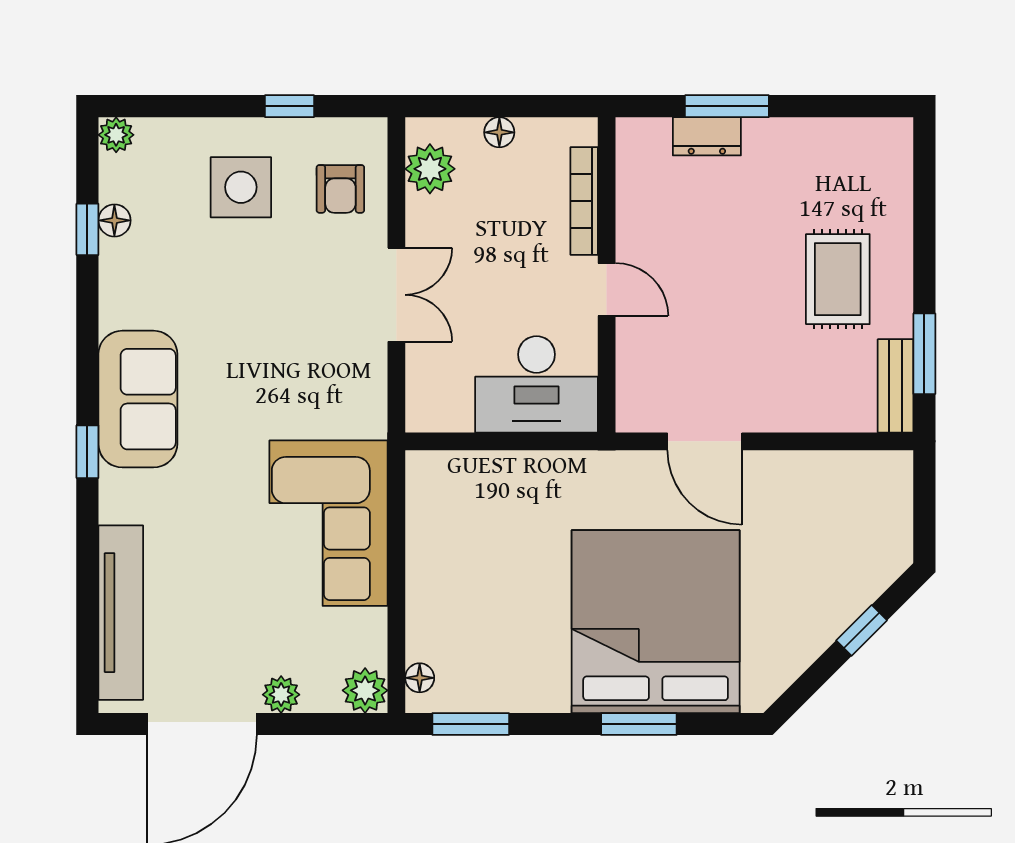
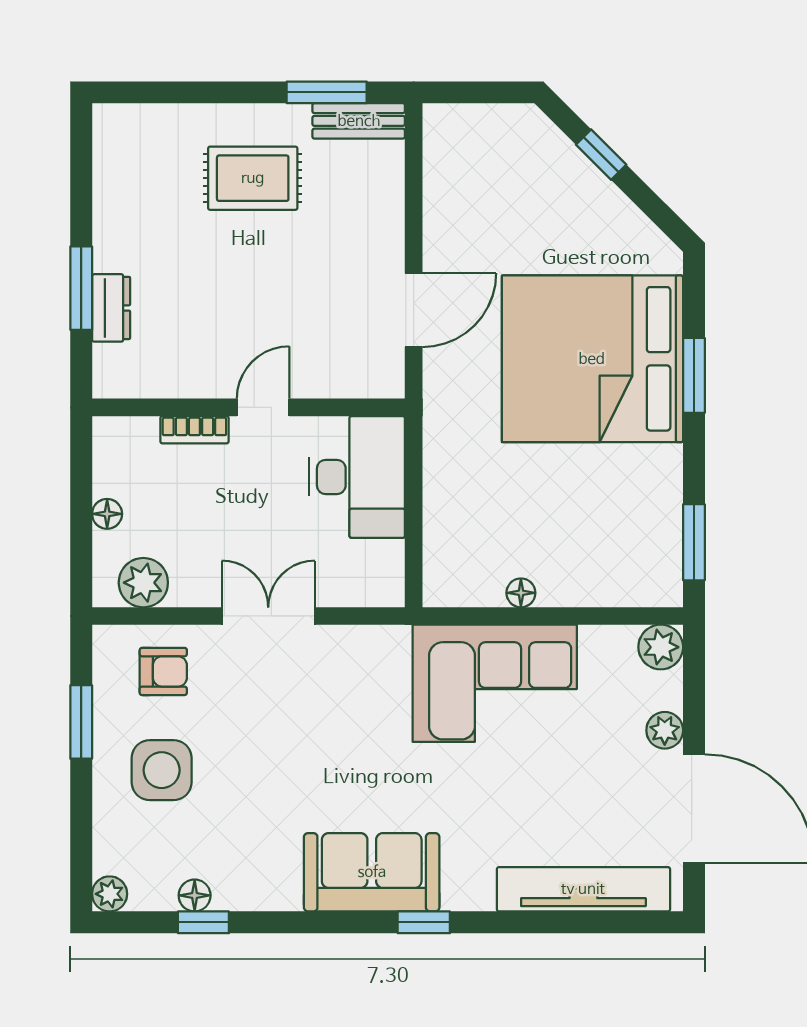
window: (289, 106) -> (81, 722), width x1.50
bookcase: (584, 201) -> (194, 430), width x0.64
floor lamp: (420, 678) -> (521, 593), moved

